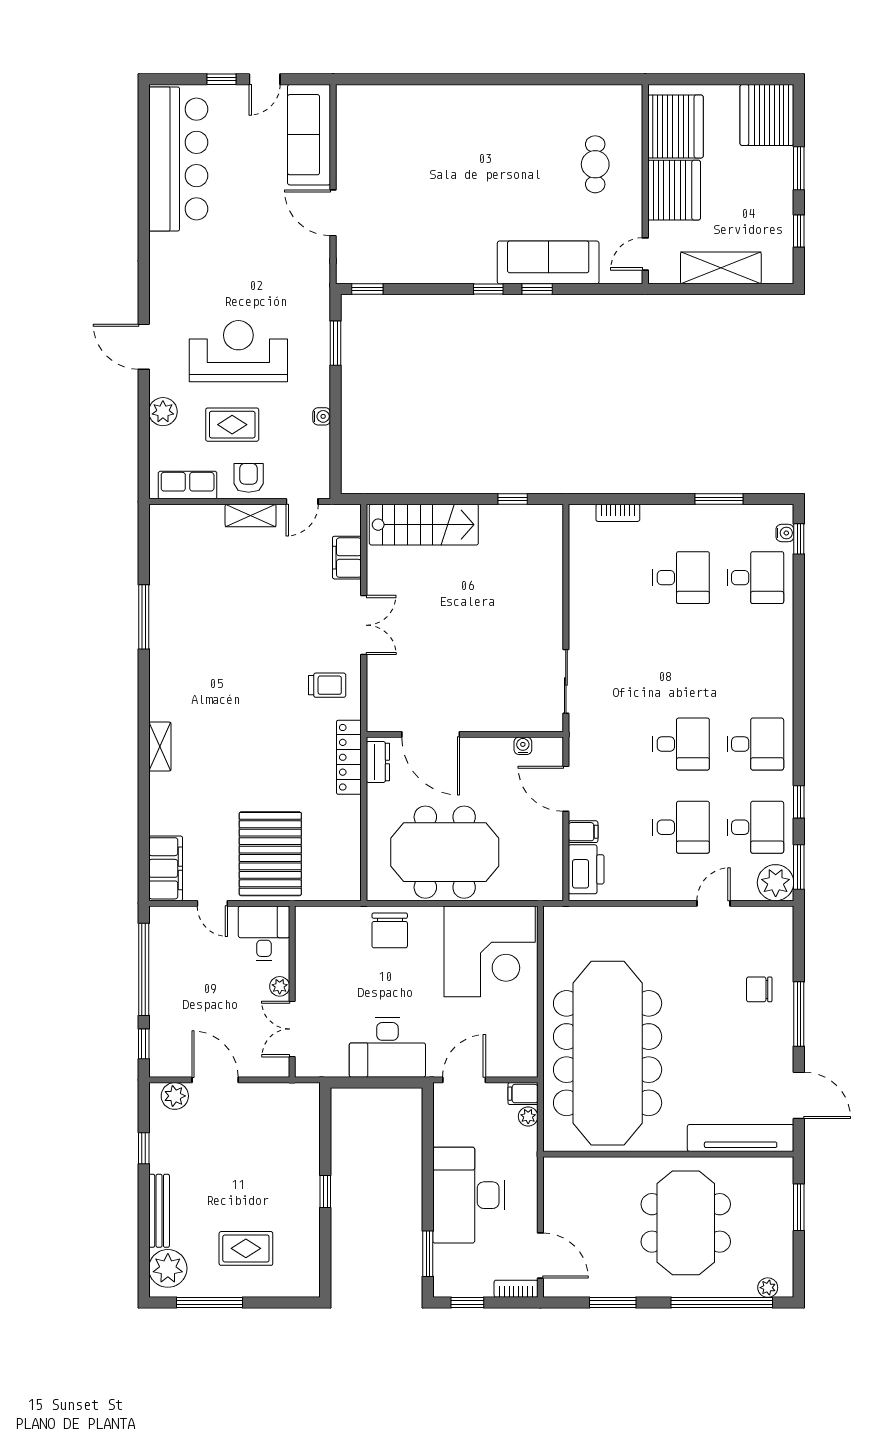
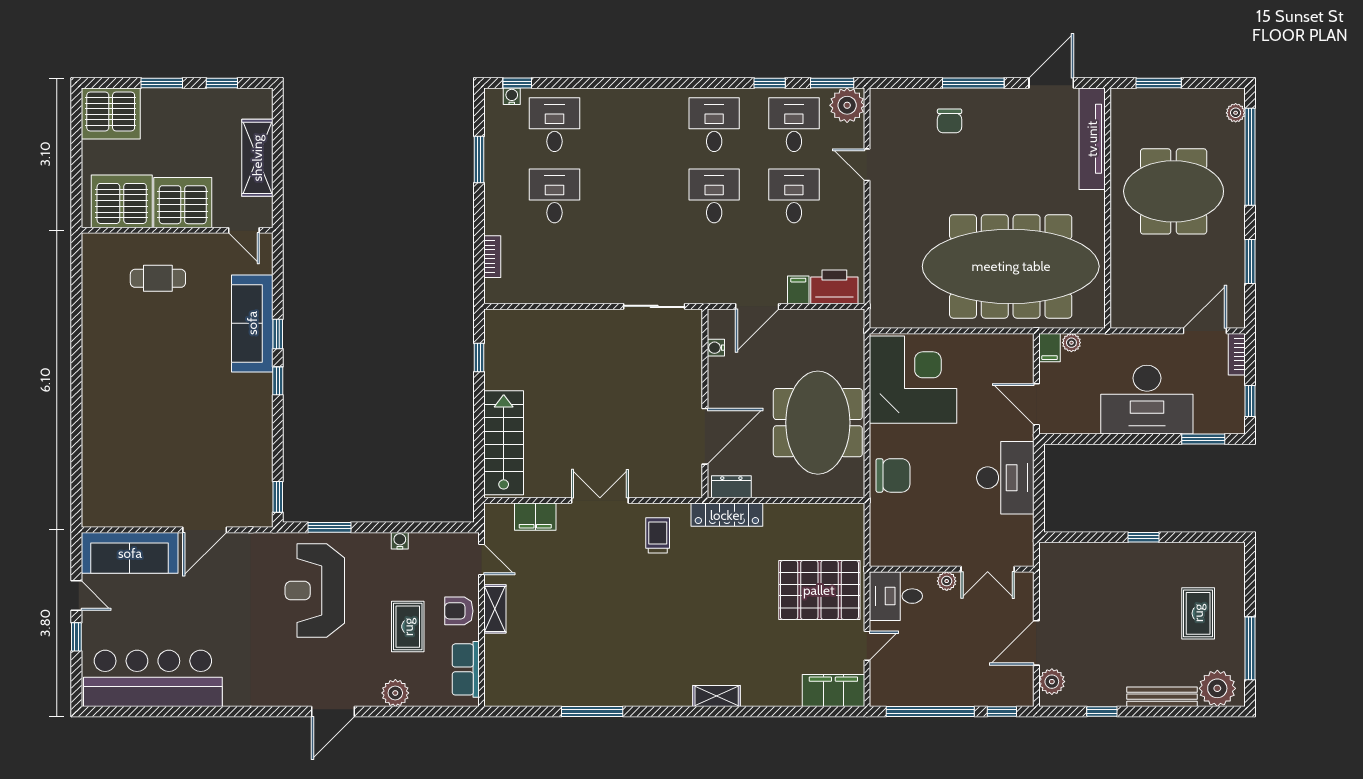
reception desk: (238, 351) -> (315, 591), moved

